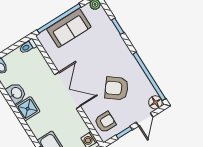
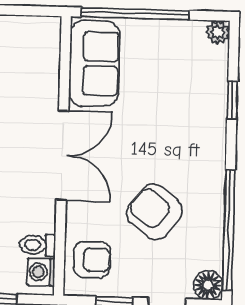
sofa: (69, 28) -> (94, 63), moved, turned -90
toilet: (28, 46) -> (38, 245), moved

